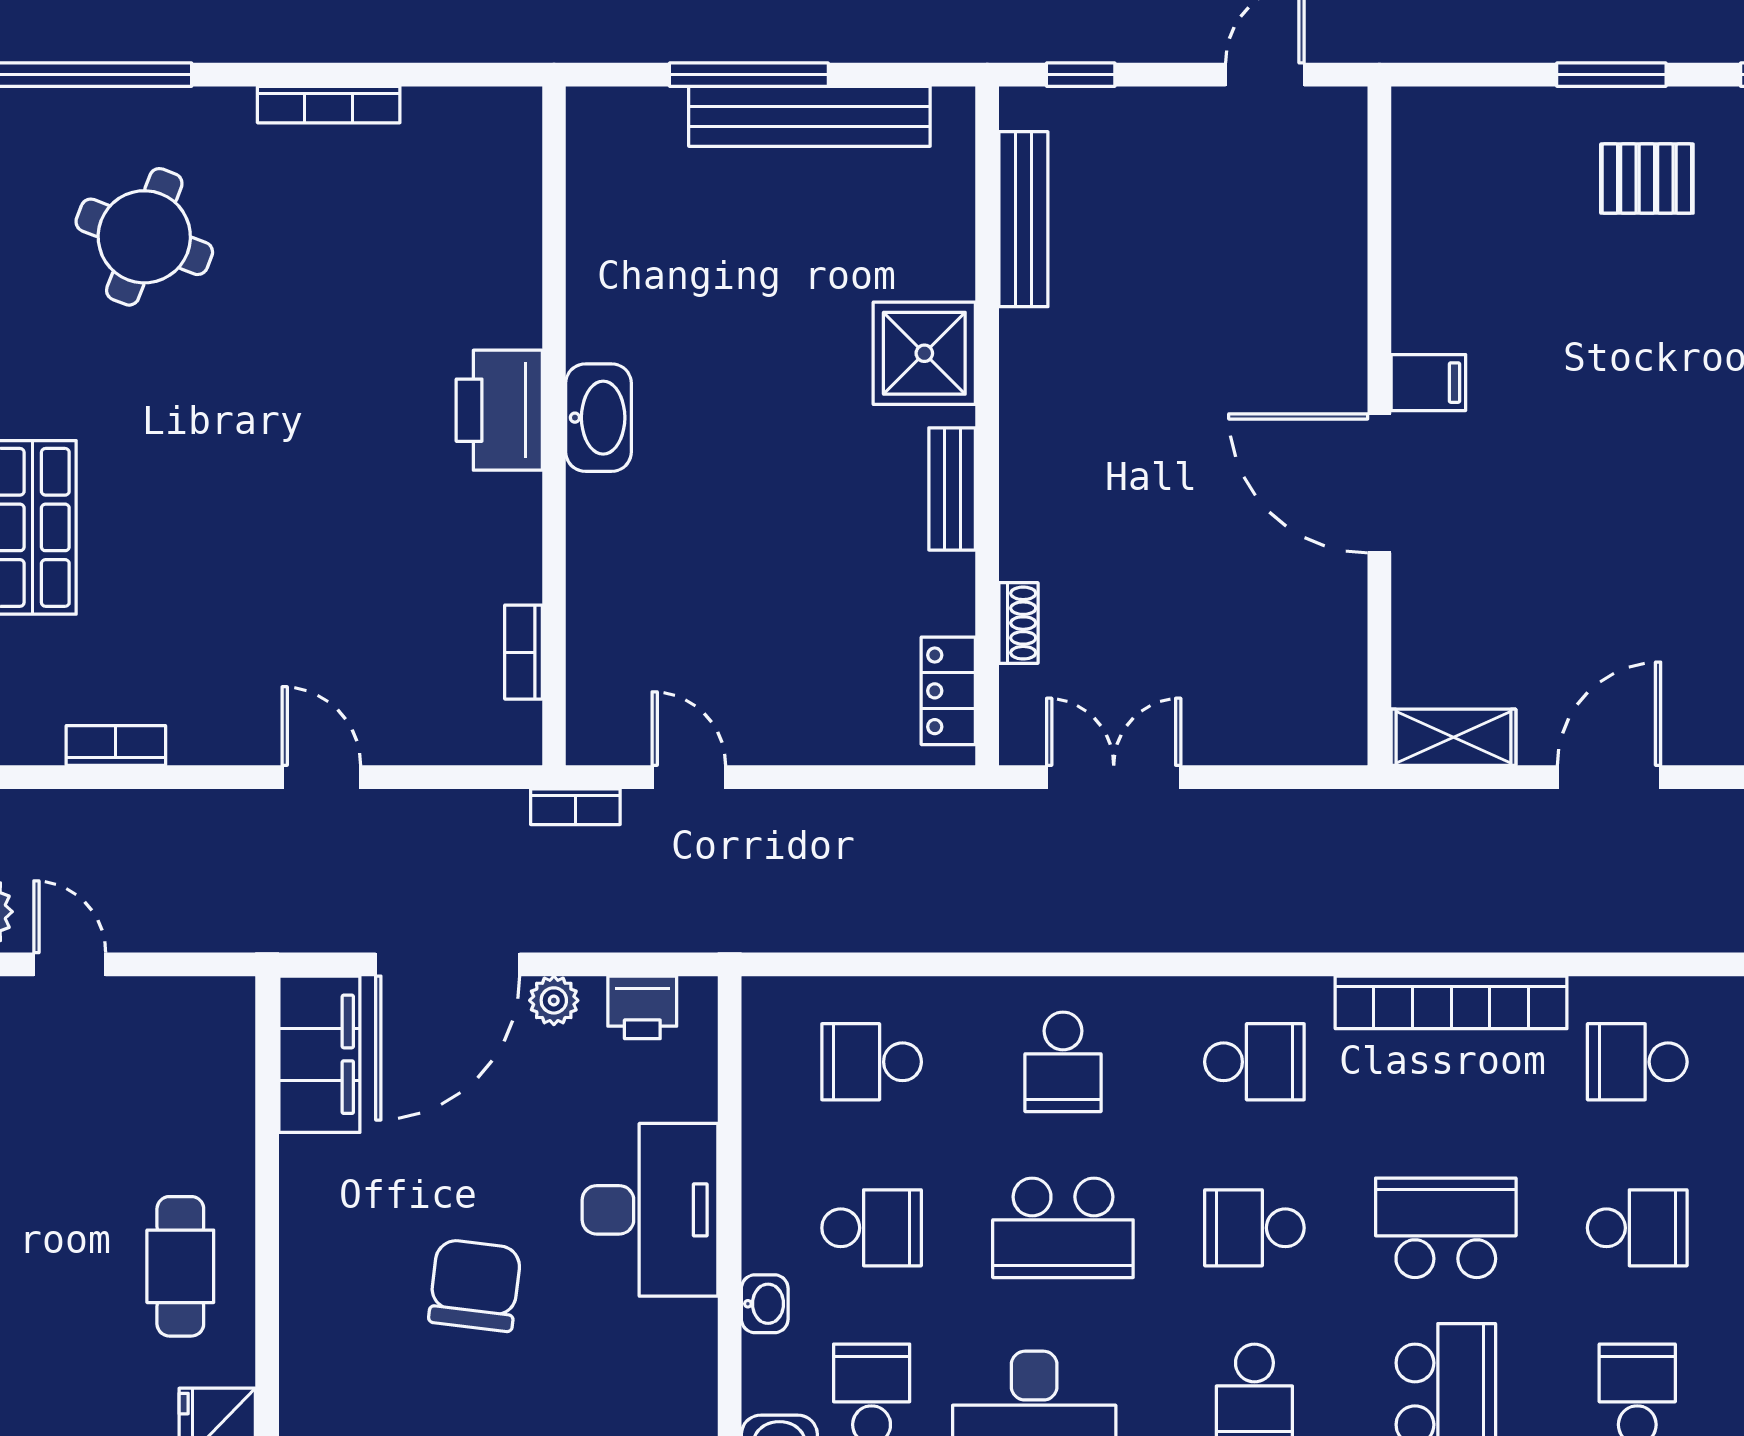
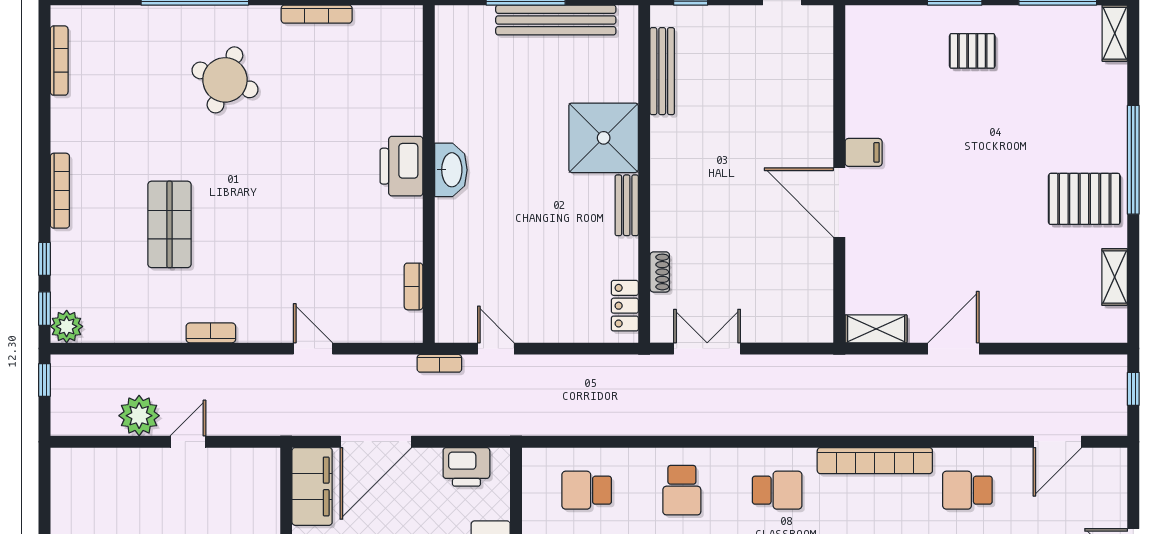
shower: (924, 353) -> (604, 138), width x1.37, depth x1.37
door: (70, 964) -> (188, 442), hinge flipped
plant: (554, 1000) -> (429, 460), removed
printer: (642, 1007) -> (466, 467), width x1.36, depth x1.24

